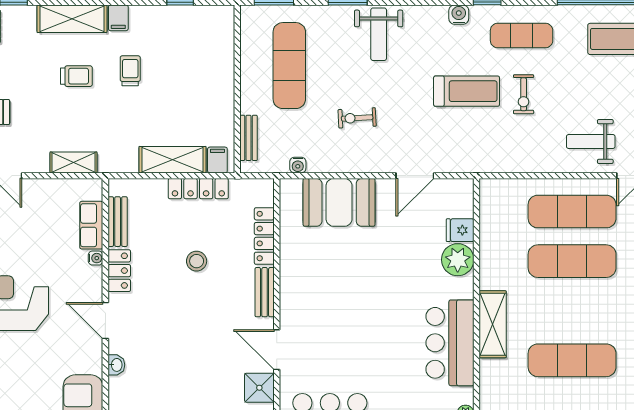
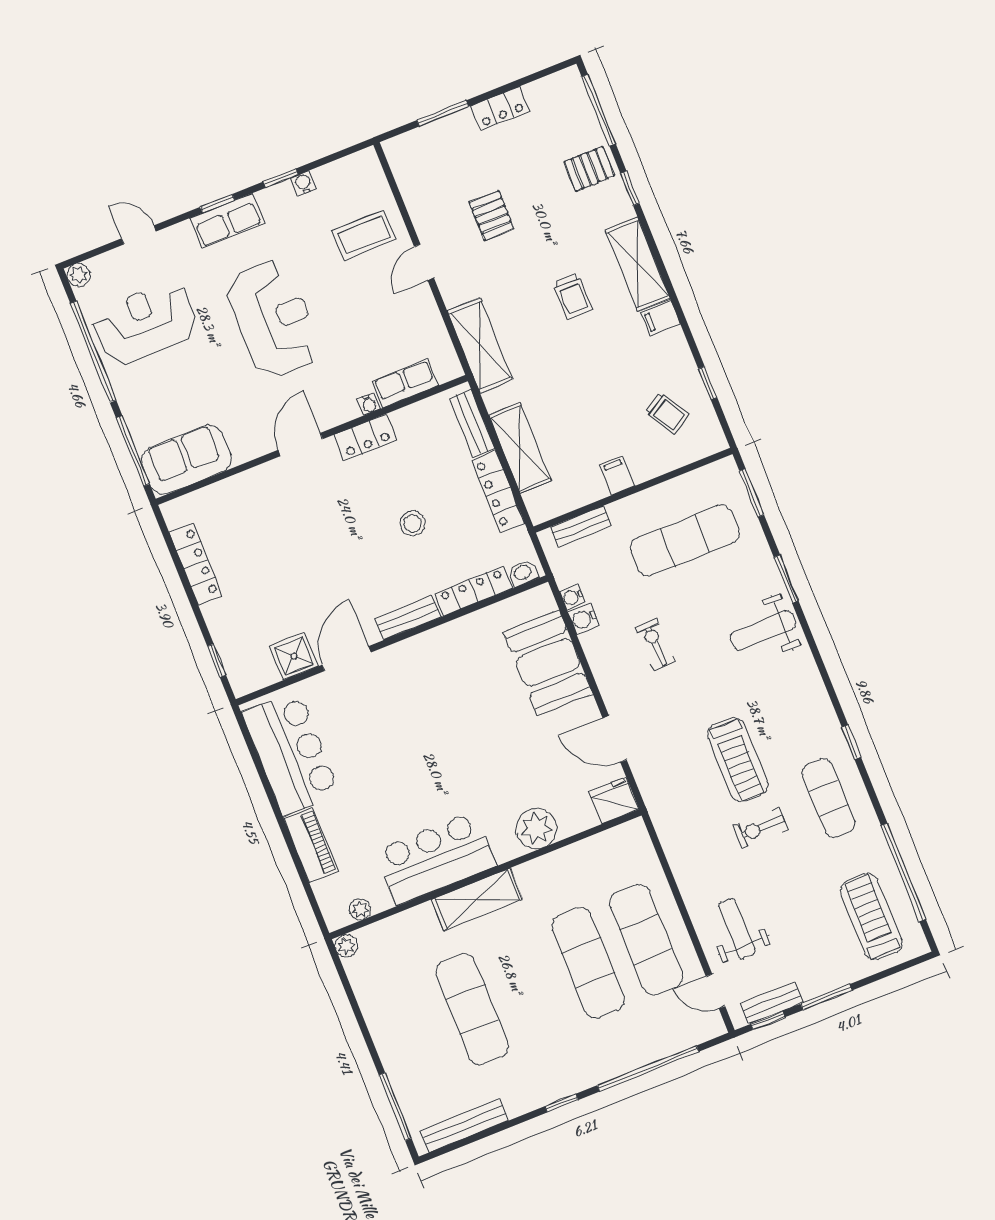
water cooler: (459, 15) -> (584, 619), moved, turned 180
trolley: (130, 71) -> (667, 413), moved, turned 59
filing cabinet: (217, 160) -> (617, 475), moved, turned -90
shelving: (74, 162) -> (480, 345), width x1.50, depth x1.33
bench: (118, 222) -> (472, 423), moved, turned 90
fridge: (460, 230) -> (614, 801), moved, width x1.38
washbasin: (116, 365) -> (523, 573), moved, turned 180

